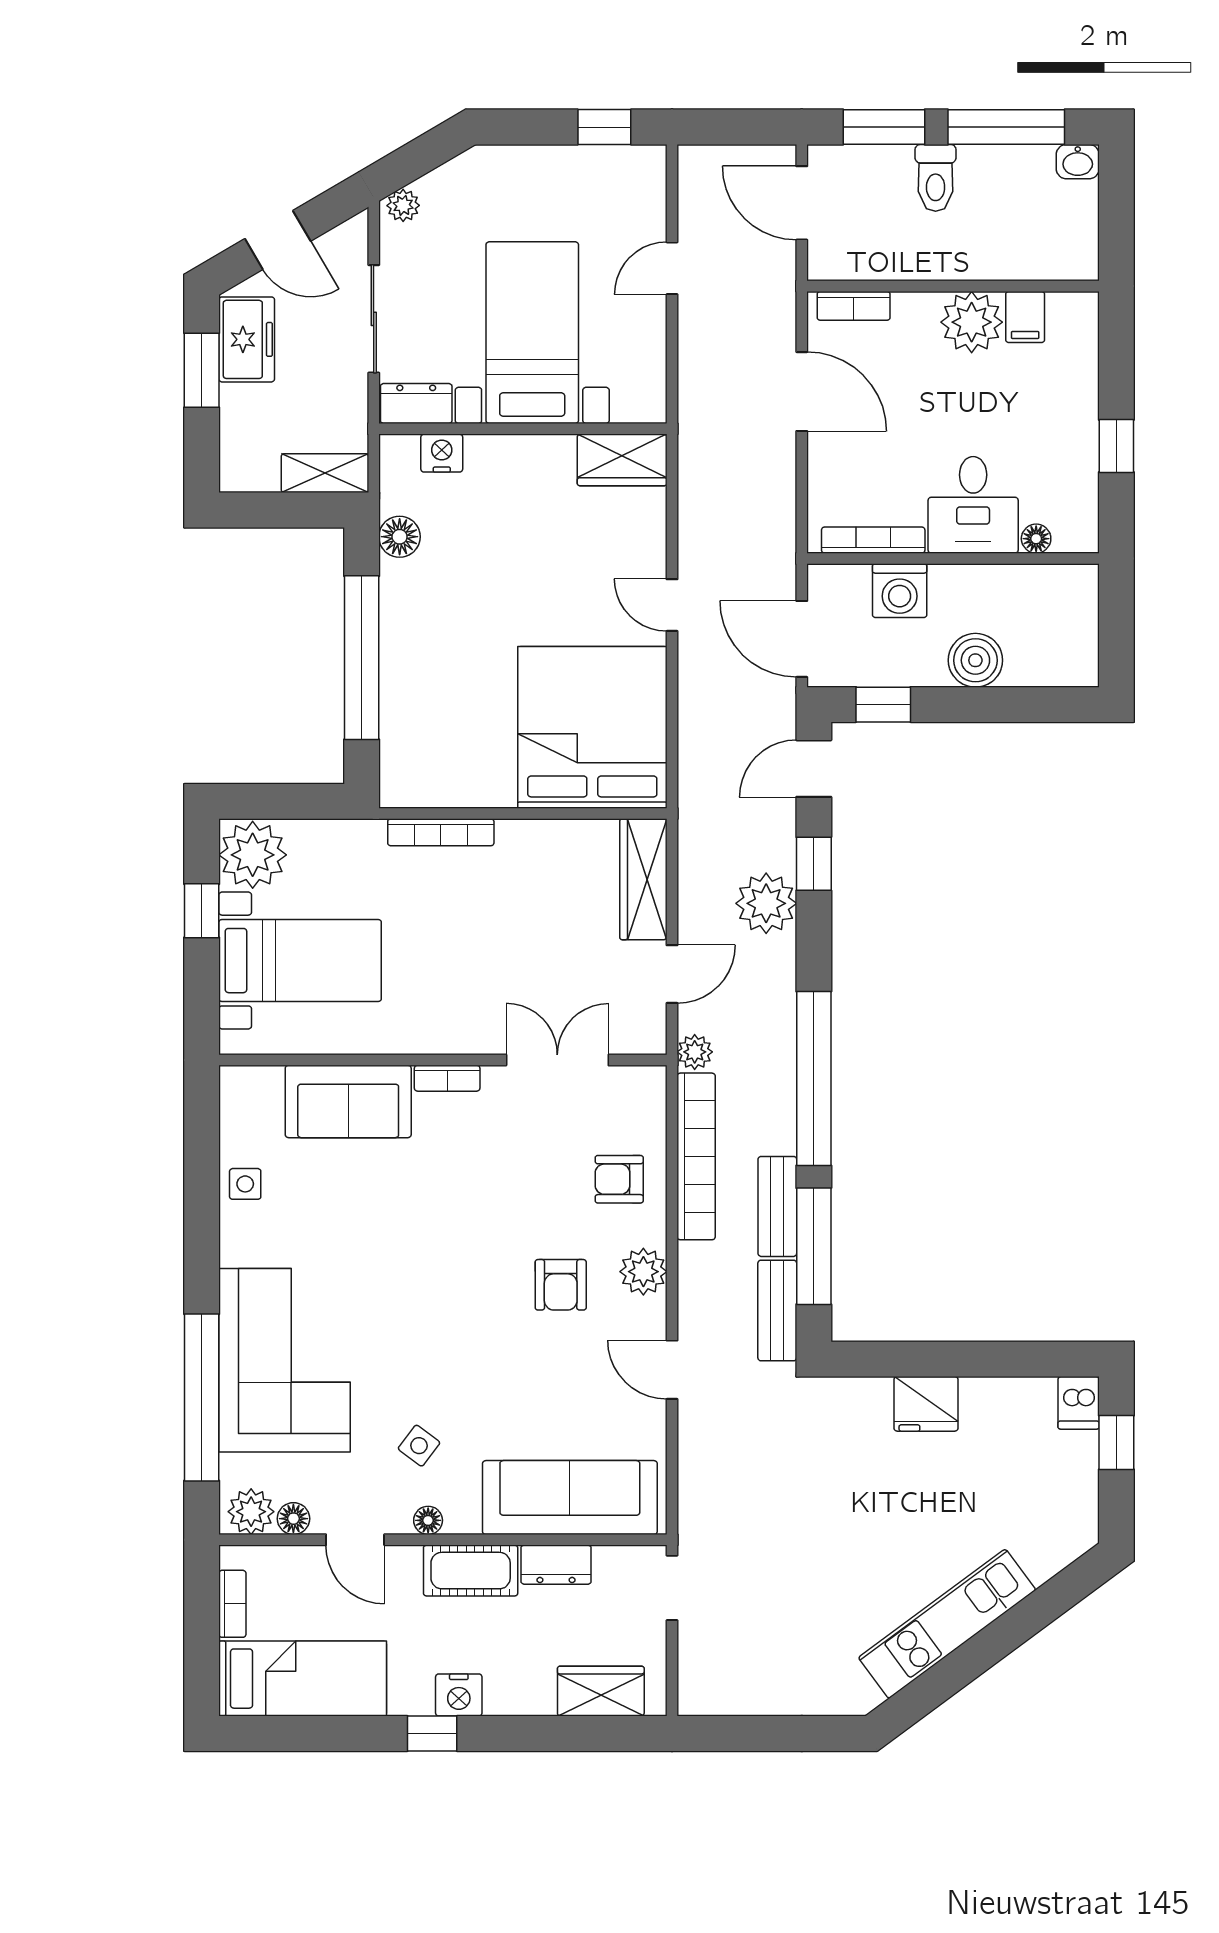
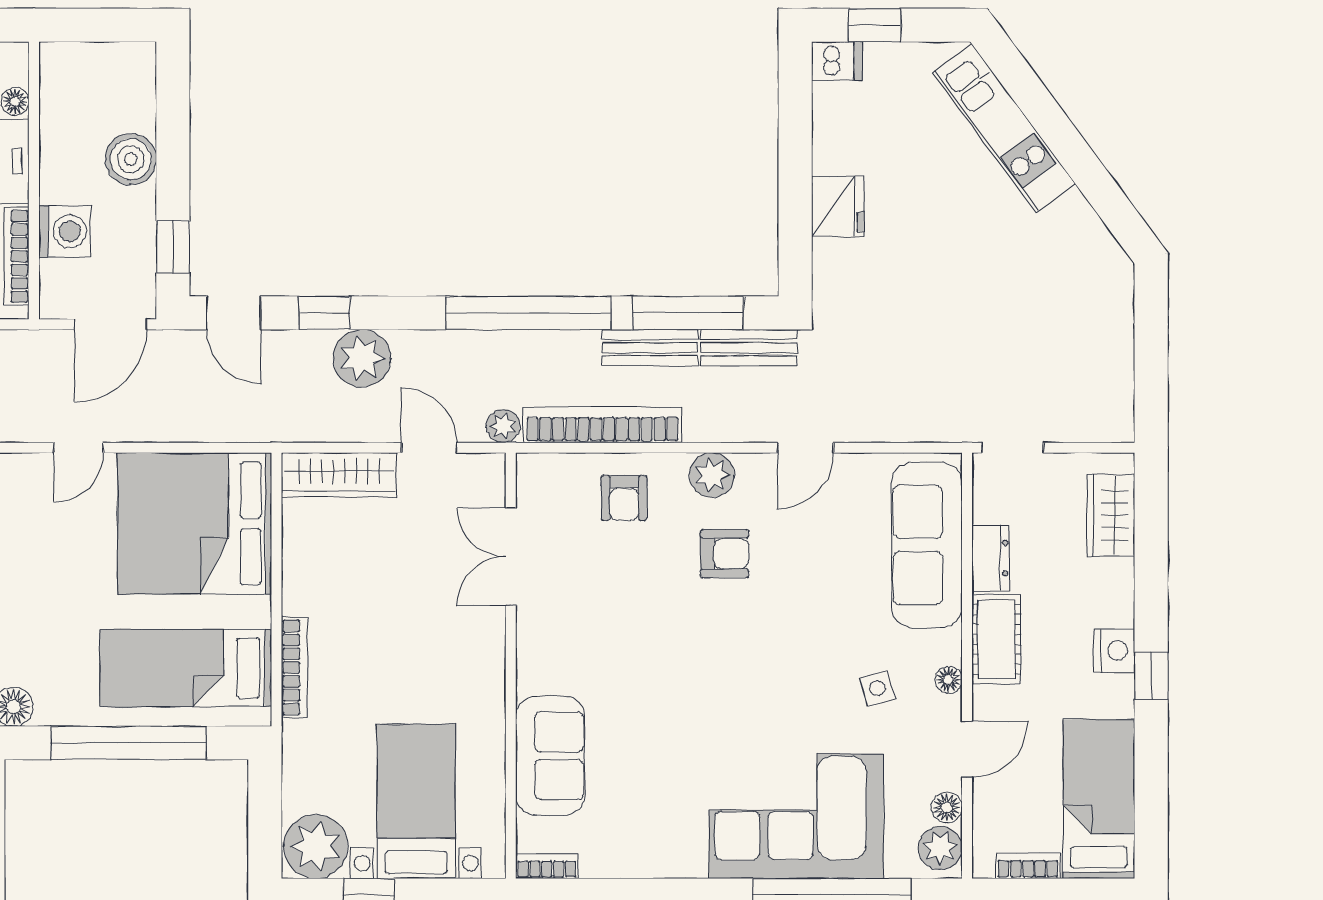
bed: (440, 718) -> (186, 668), added
bookcase: (447, 1078) -> (547, 866), moved, turned -90
side table: (245, 1184) -> (629, 854), removed
side table: (419, 1446) -> (877, 688), turned 38
kitchen unit: (947, 1624) -> (1004, 128), moved

